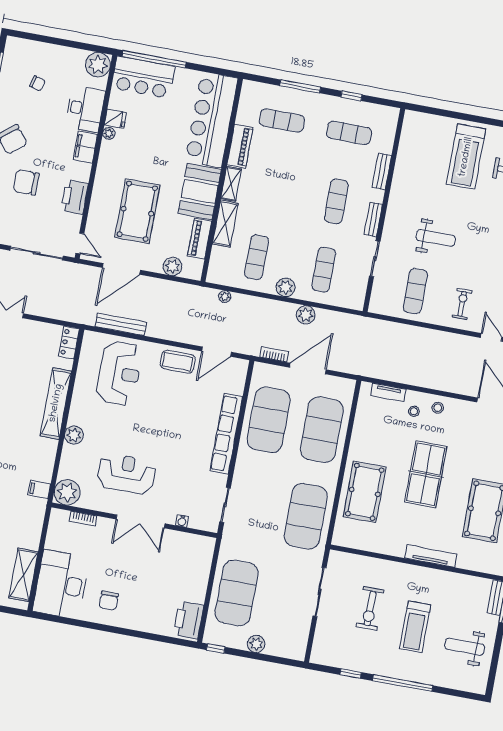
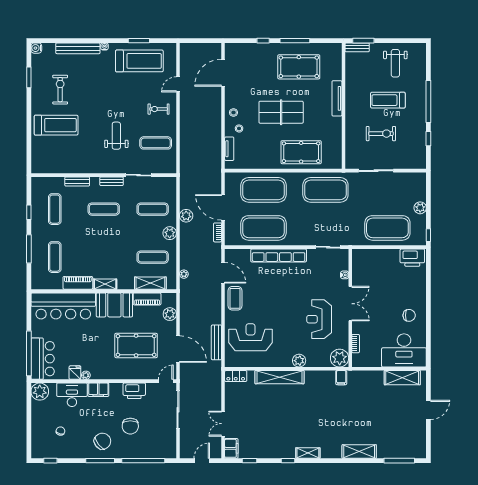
shelving: (225, 224) -> (150, 283), moved
treadmill: (415, 627) -> (388, 100), turned 180

